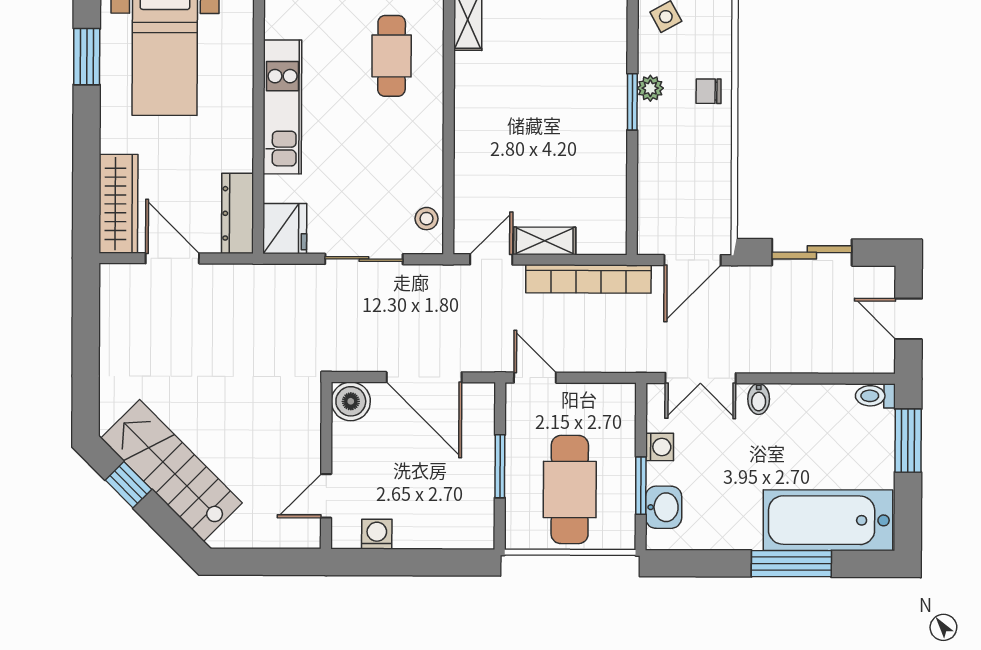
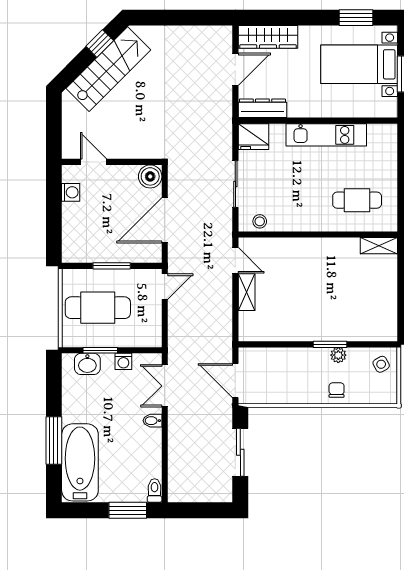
bookcase: (588, 279) -> (224, 318), removed
door: (908, 319) -> (201, 510), removed

